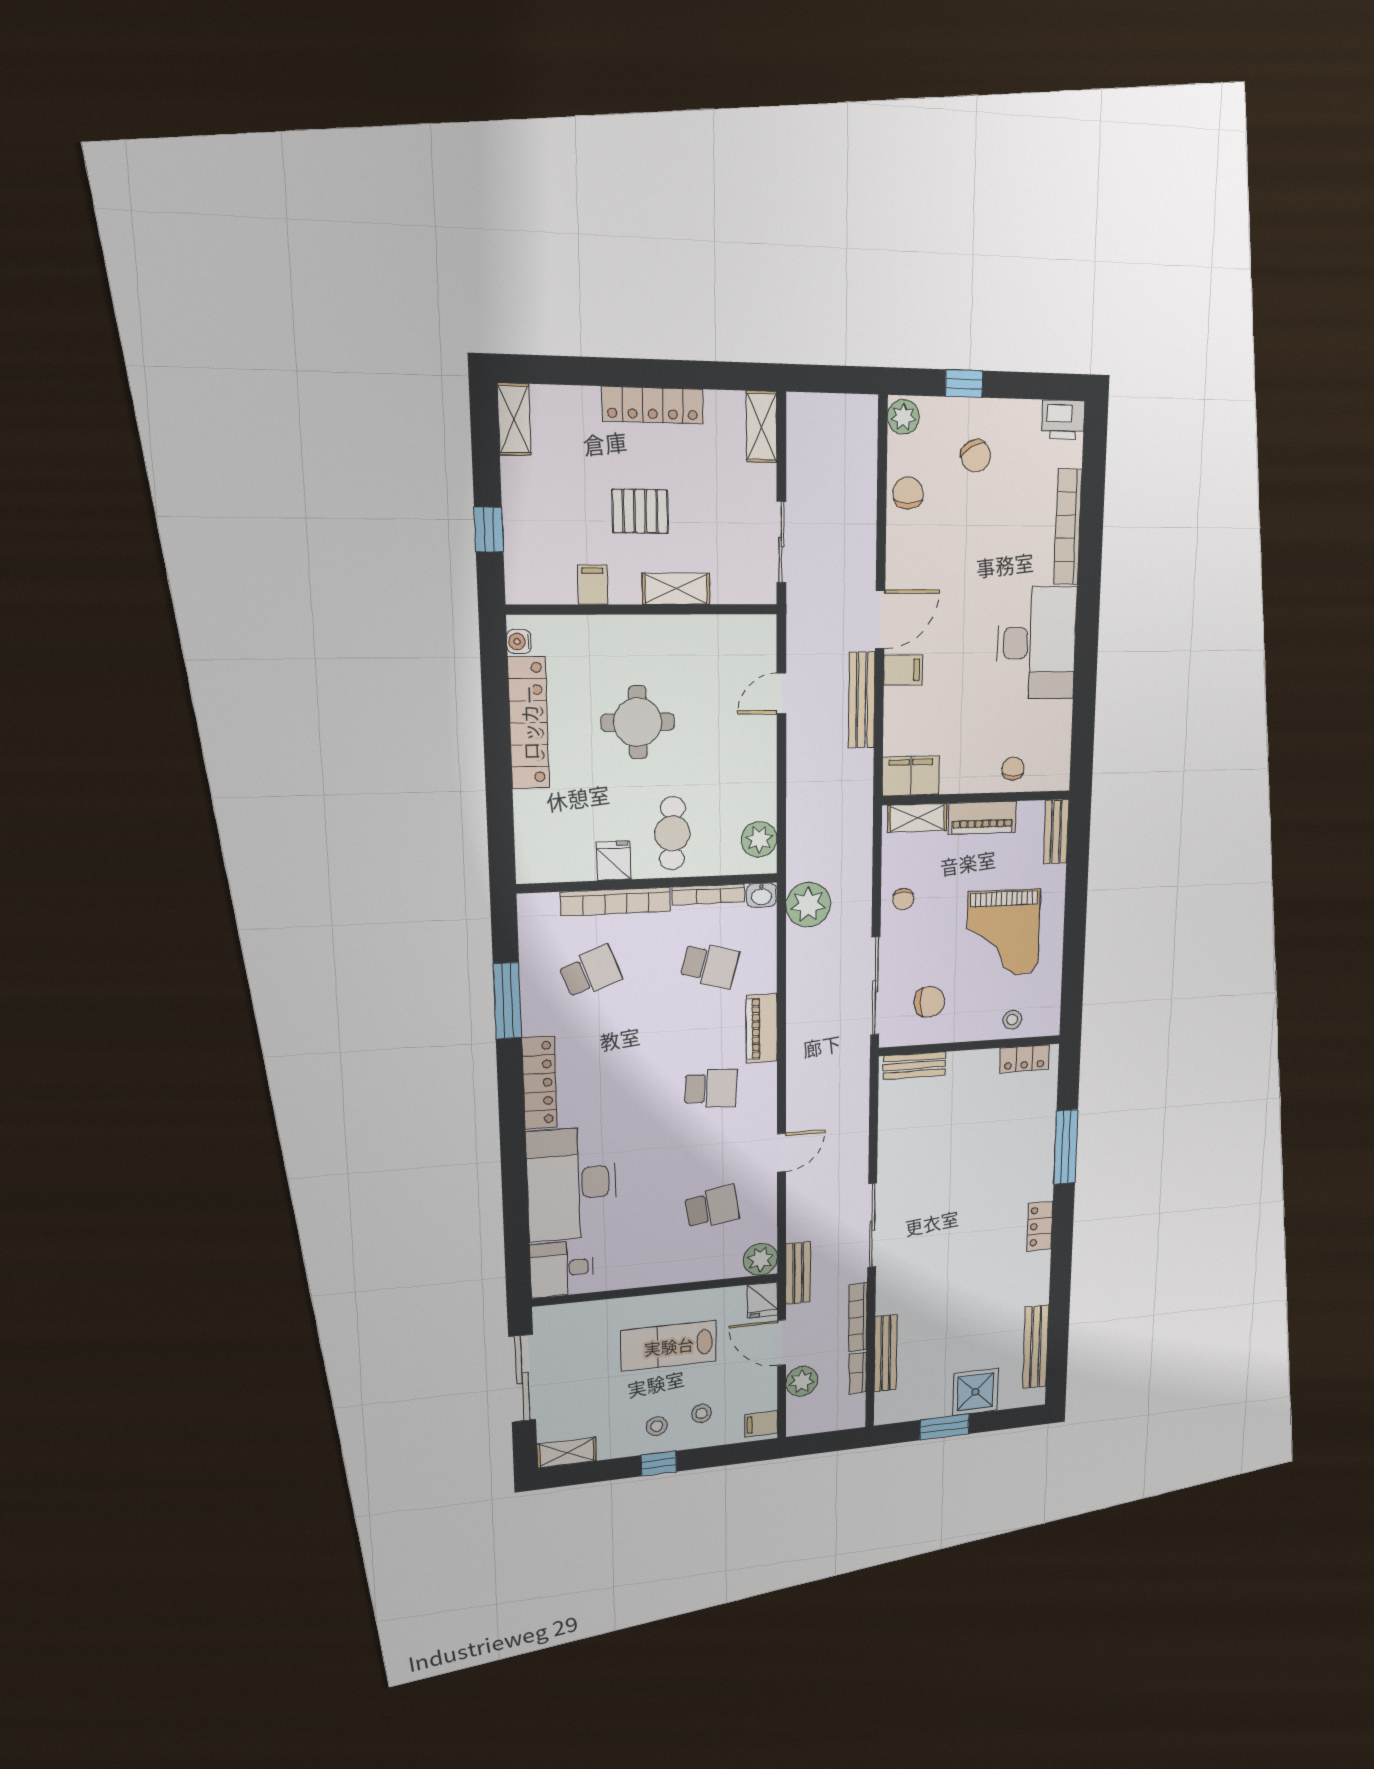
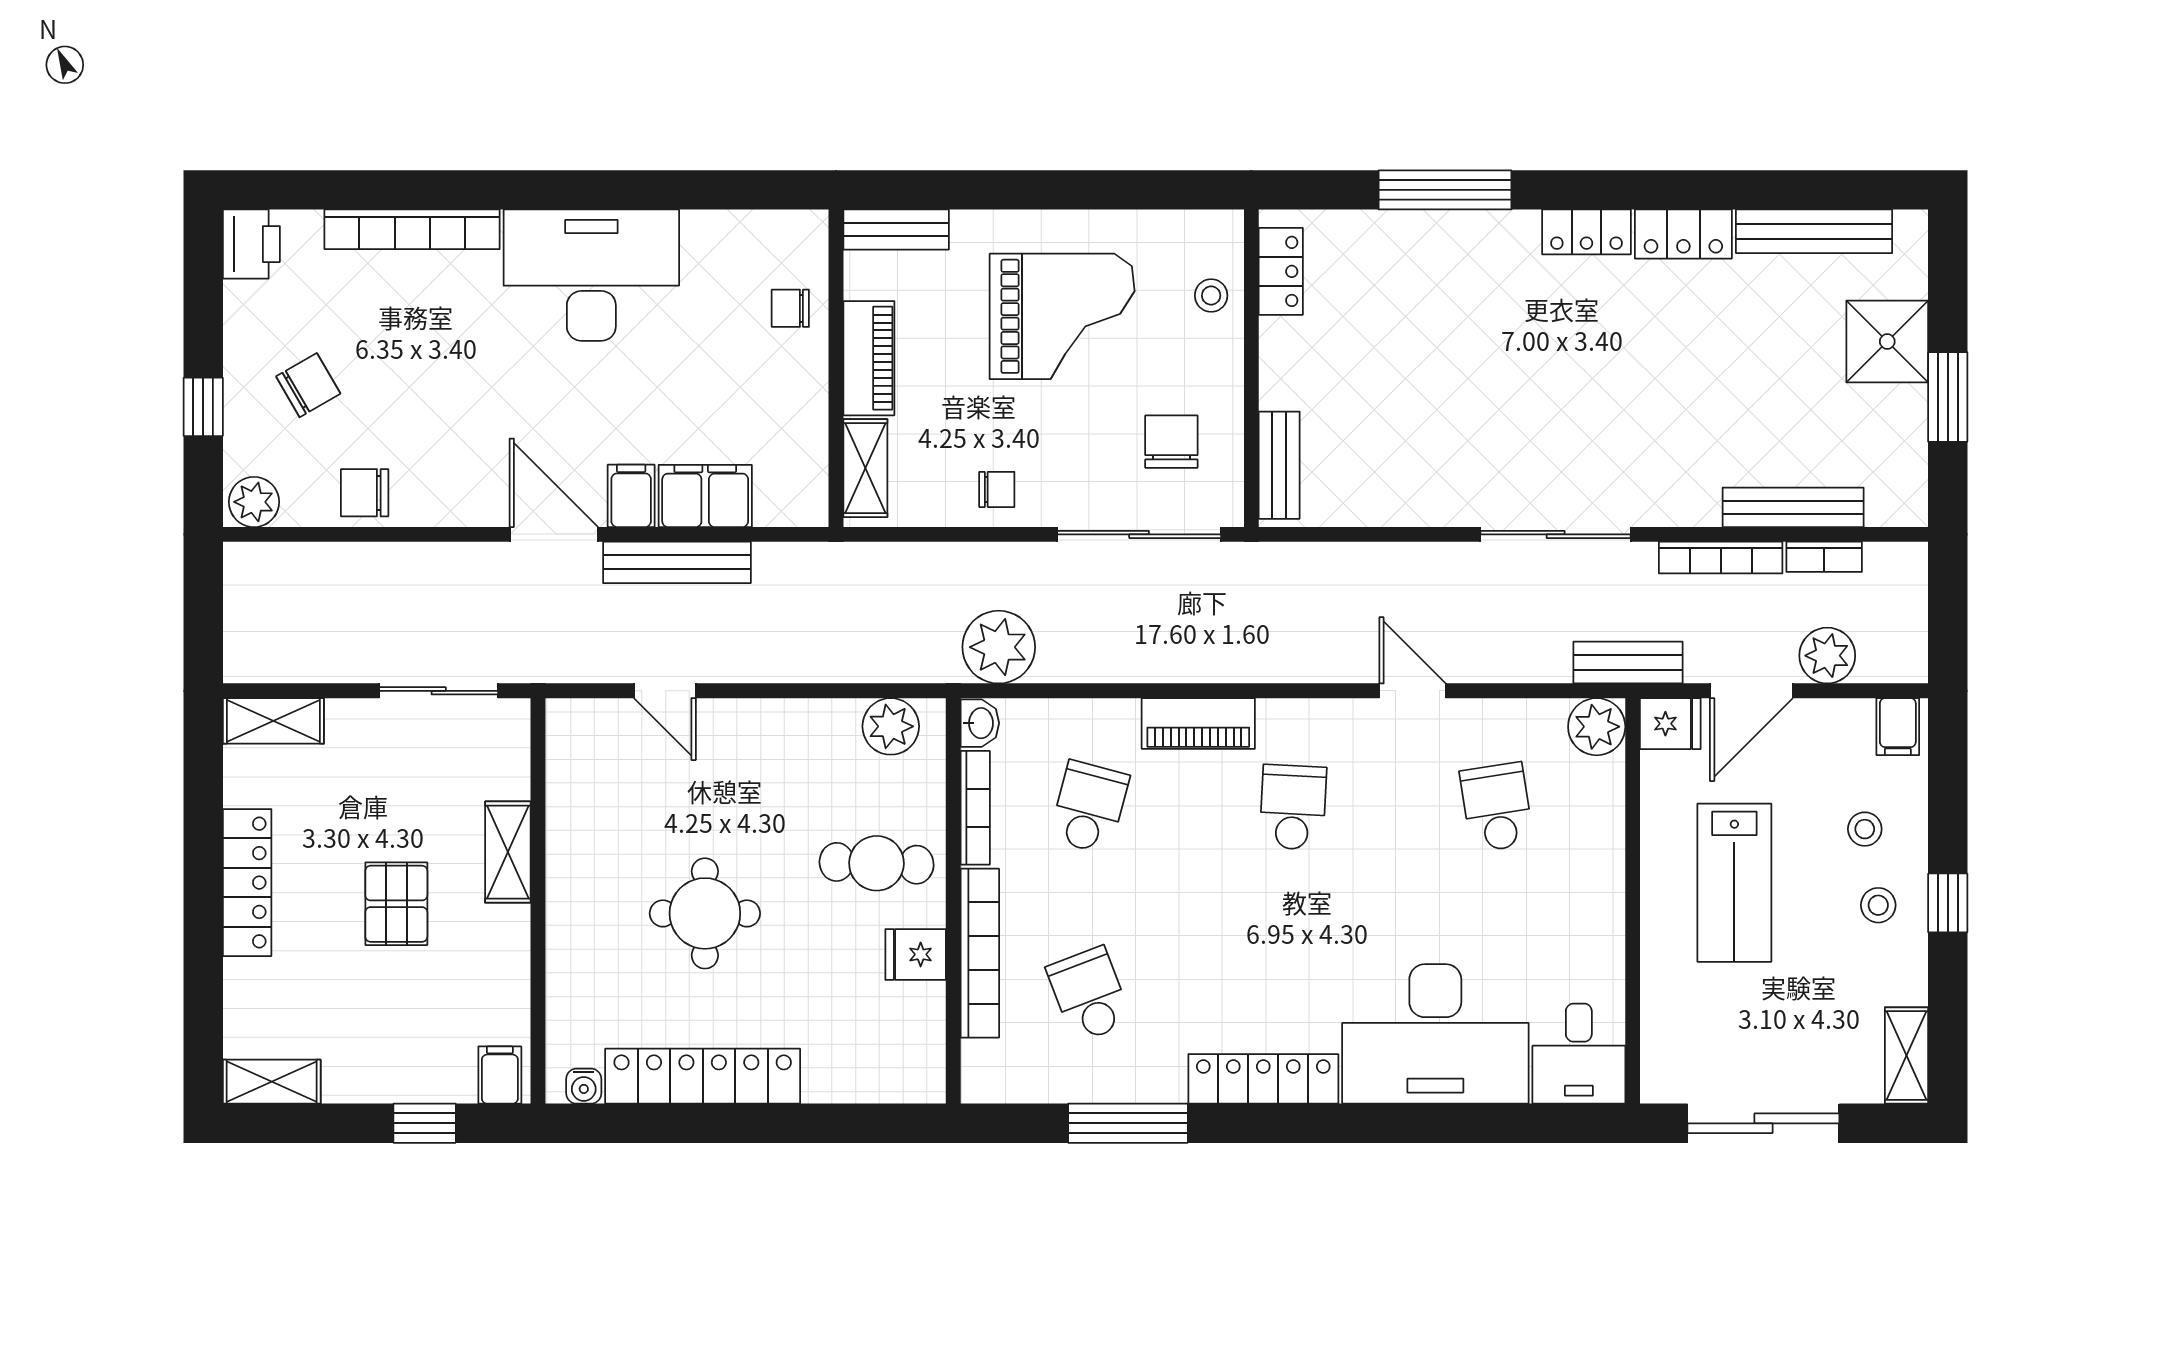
filing cabinet: (593, 585) -> (500, 1075), moved, turned 90
filing cabinet: (911, 776) -> (705, 496), moved, turned 90
locker: (1037, 1278) -> (1683, 234), added

